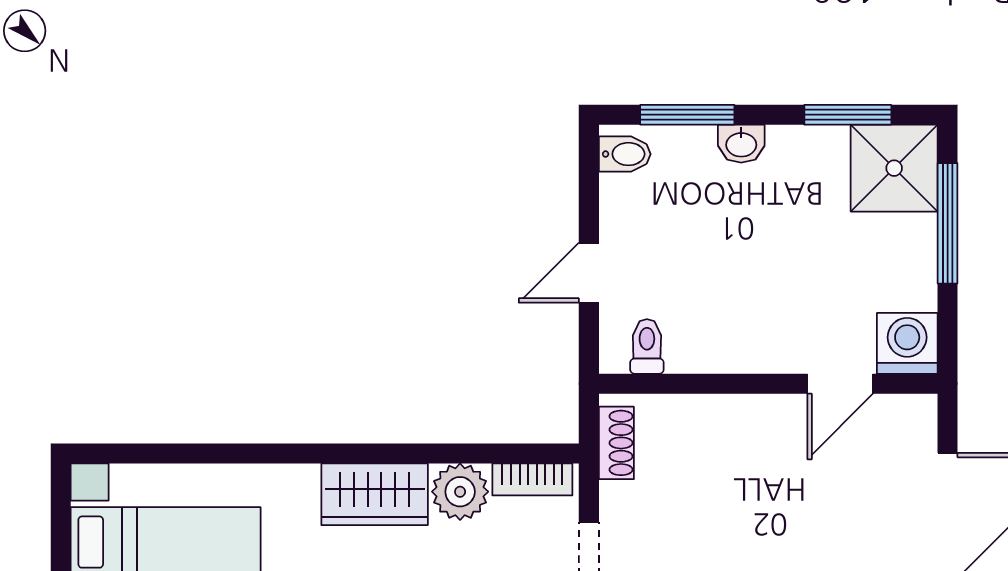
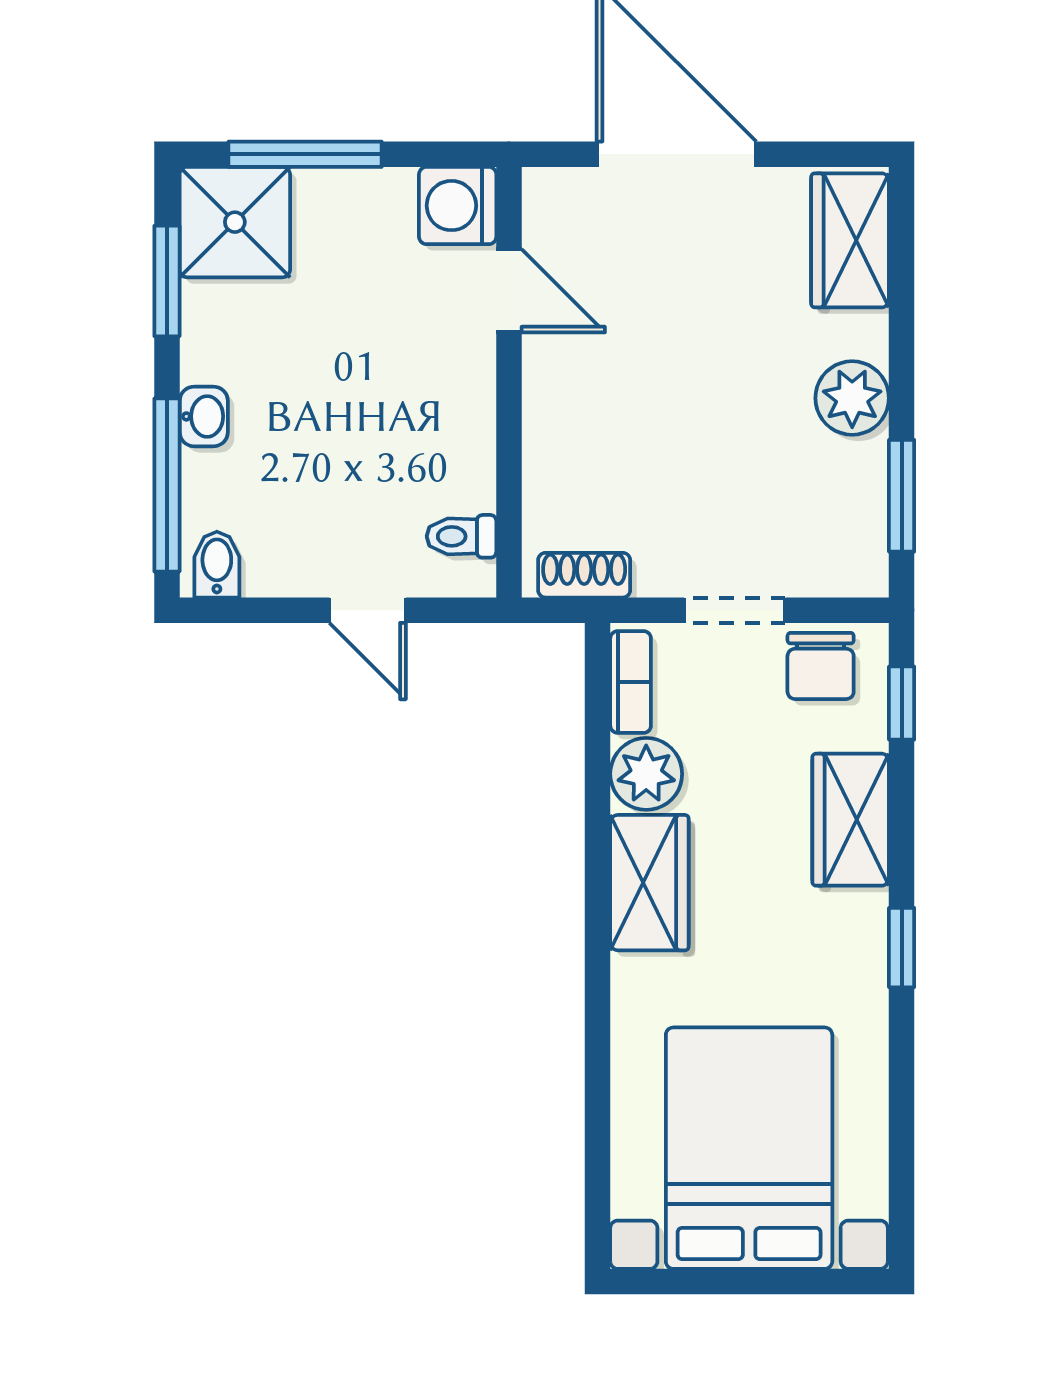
window: (687, 115) -> (167, 485), width x1.44

